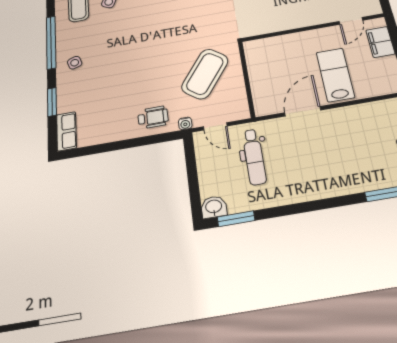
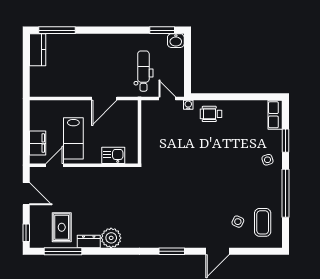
kitchen sink: (276, 45) -> (113, 155), added
side table: (75, 63) -> (268, 160), moved
coffee table: (205, 74) -> (169, 142), removed
lab bench: (335, 75) -> (73, 138), moved

